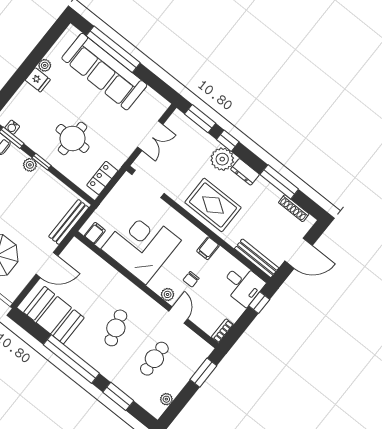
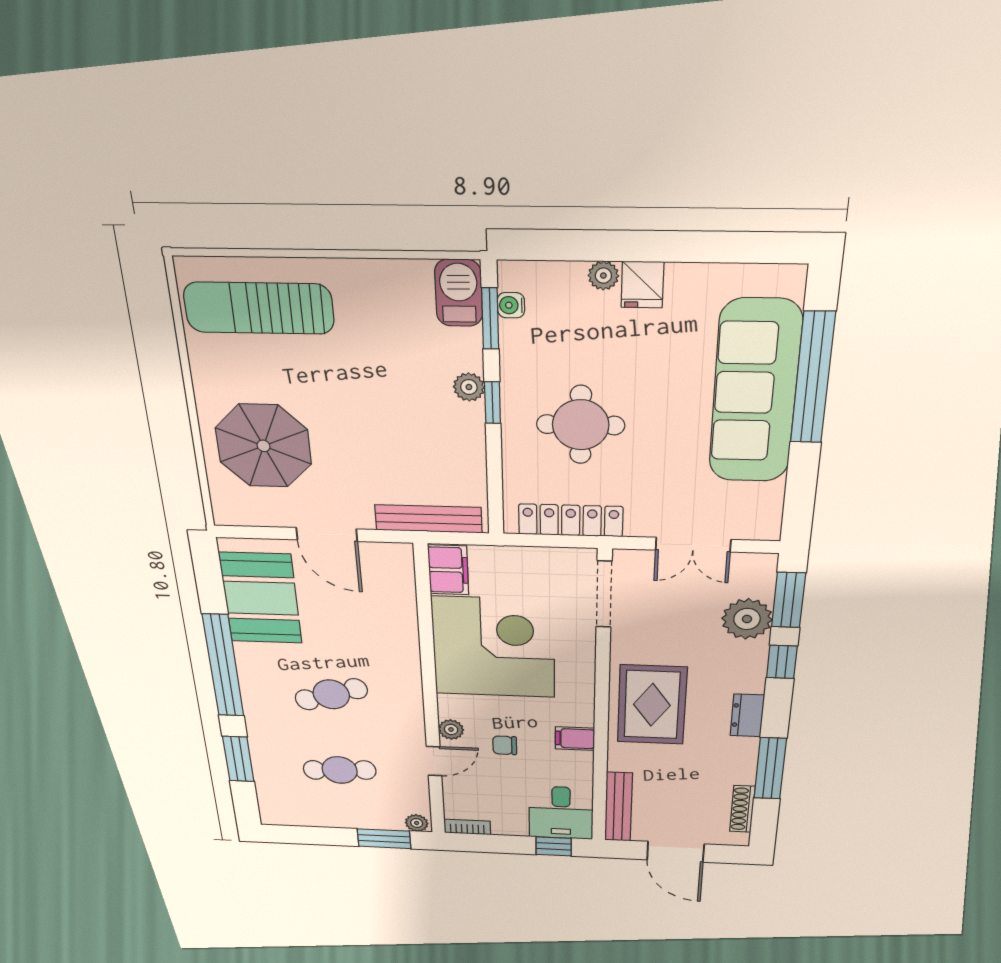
plant: (45, 65) -> (603, 276), moved
plant: (222, 159) -> (747, 619), moved
locker: (102, 178) -> (571, 520), width x1.53
filing cabinet: (95, 233) -> (448, 570), width x2.00
plant: (166, 399) -> (417, 823), moved

